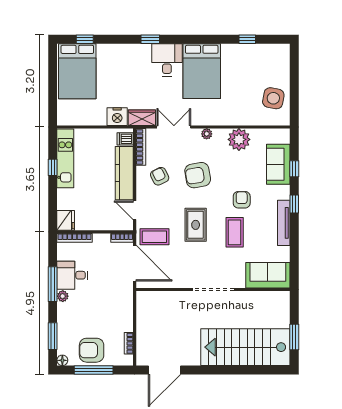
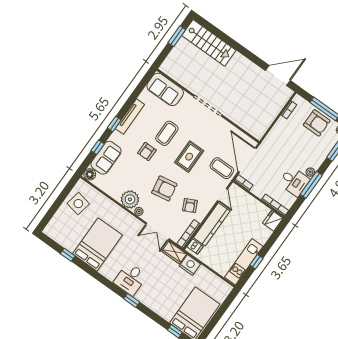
bed: (202, 71) -> (98, 244), moved
floor lamp: (283, 136) -> (90, 174), added
plant: (239, 139) -> (130, 199), moved
stairs: (245, 347) -> (209, 43), width x0.73, depth x0.66

